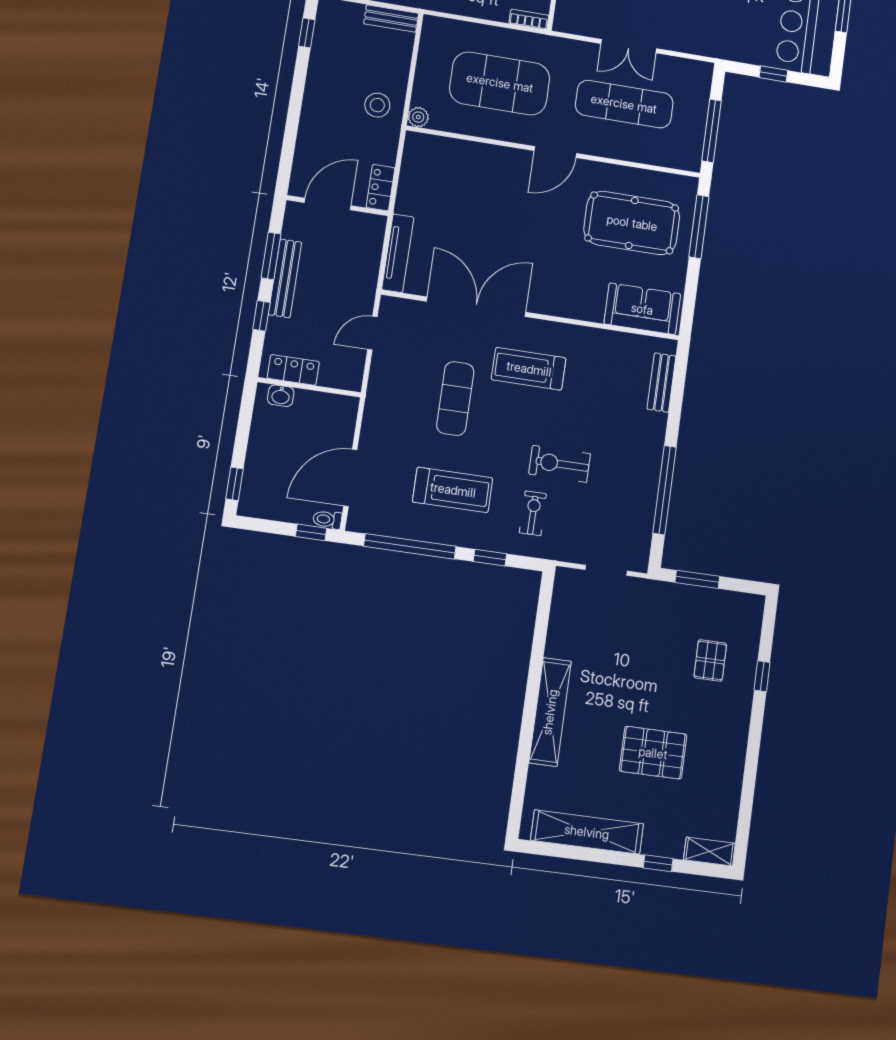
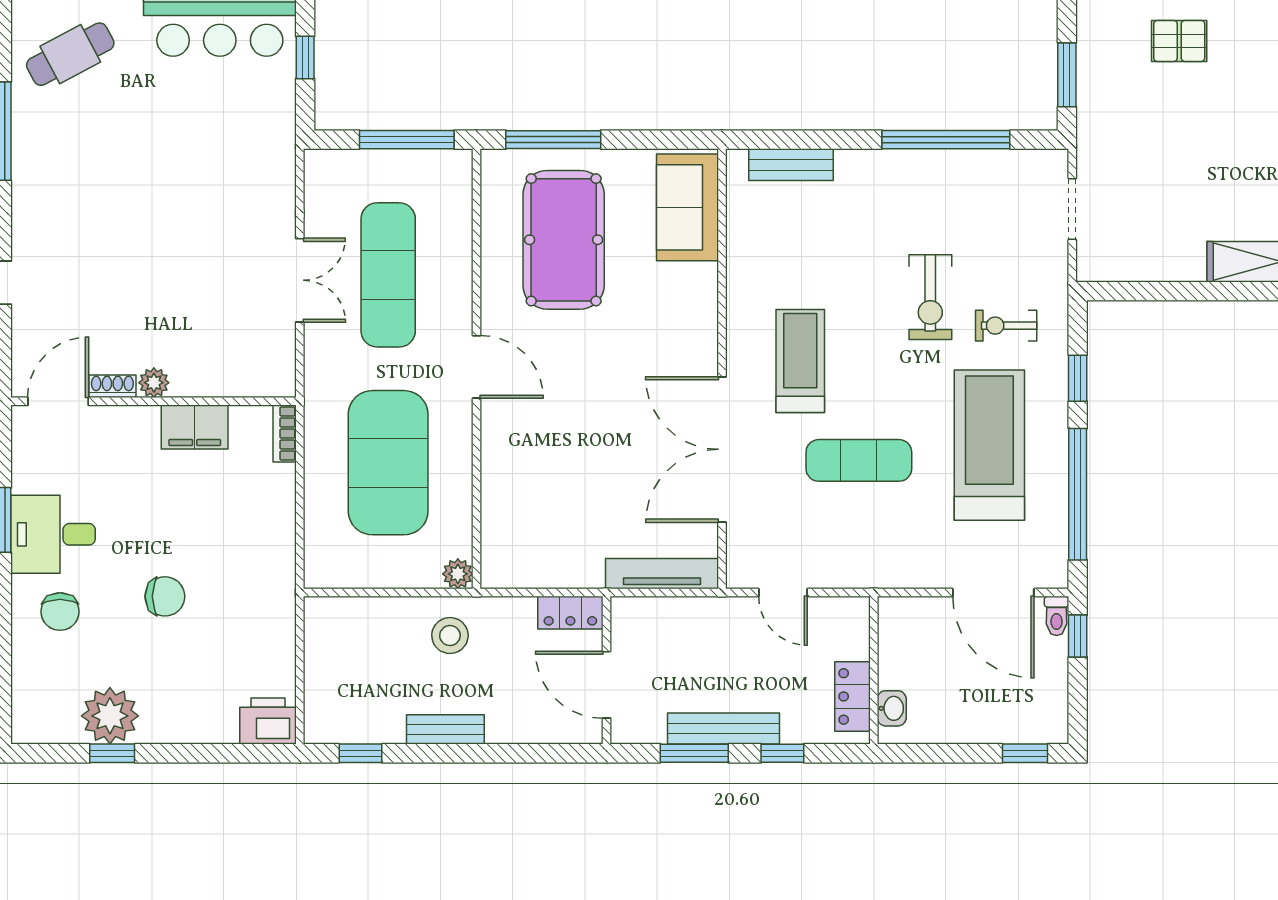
bench: (391, 19) -> (445, 729), moved, turned 90
treadmill: (529, 369) -> (800, 361), turned 180
treadmill: (453, 490) -> (989, 445), width x1.37, depth x1.38

